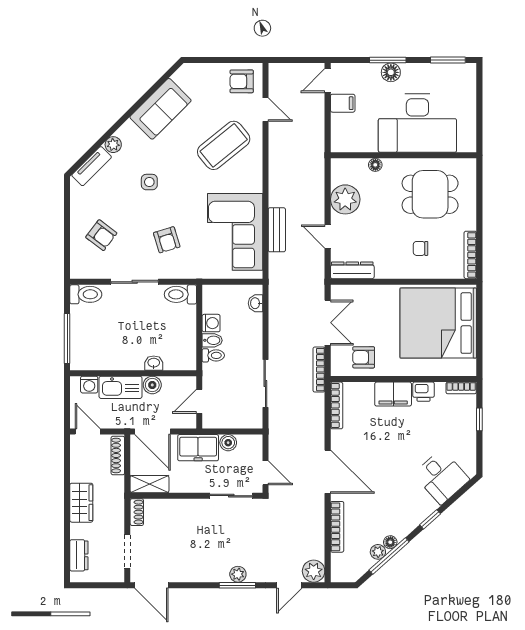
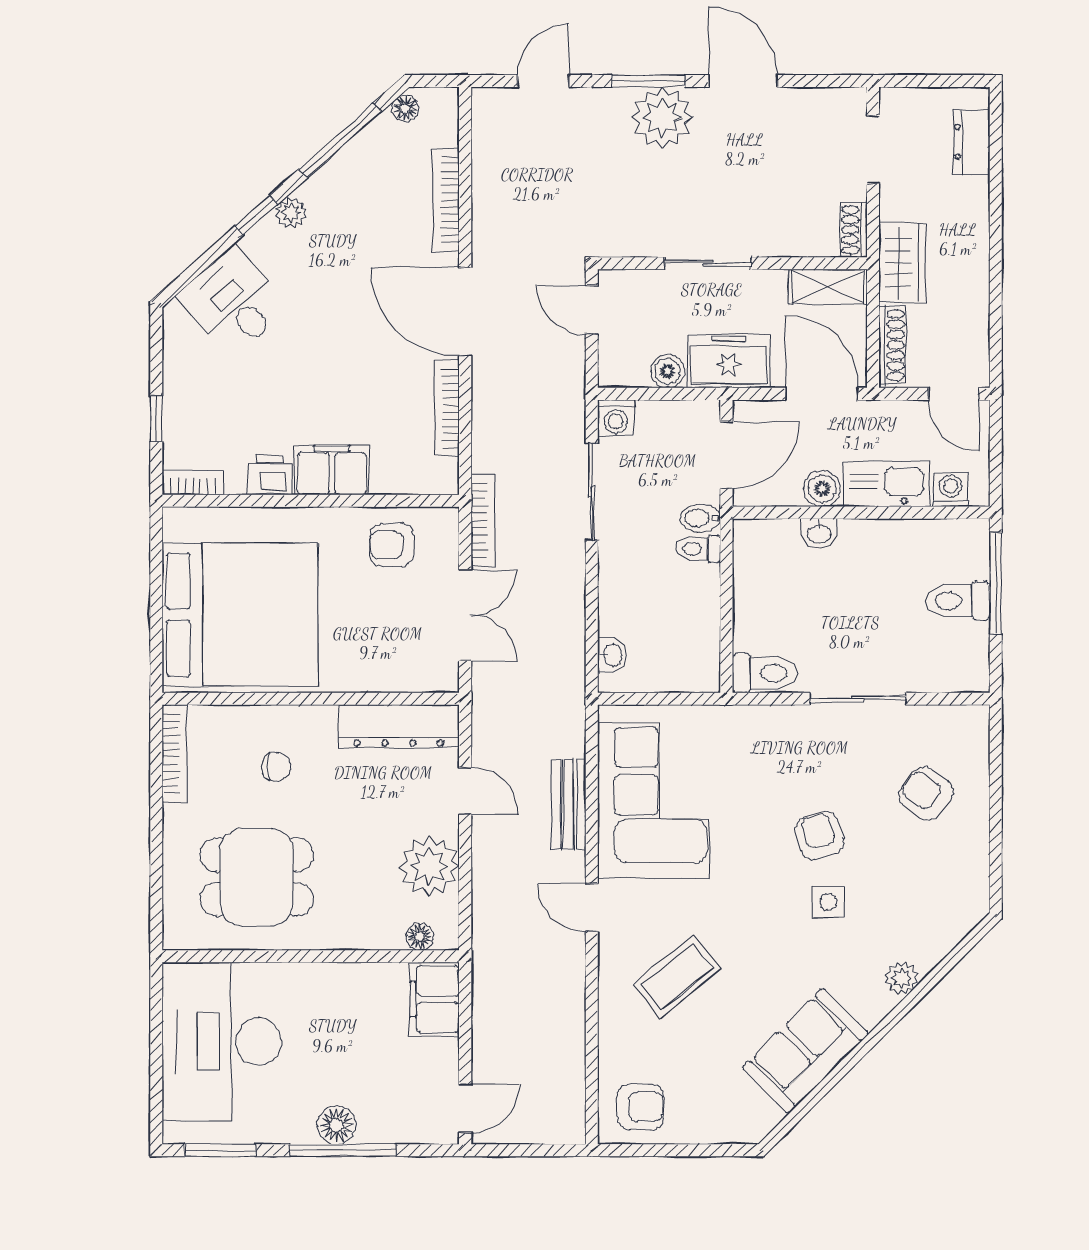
window: (388, 60) -> (343, 1150), width x1.44
filing cabinet: (343, 103) -> (434, 999), moved, width x2.00
door: (265, 110) -> (592, 908), moved
desk: (417, 123) -> (222, 1042), moved, turned -90
coffee table: (224, 145) -> (677, 976), width x0.73, depth x0.76
floor lamp: (375, 165) -> (420, 937), moved
tv unit: (92, 166) -> (946, 934), removed
armchair: (167, 240) -> (819, 836), moved
dresser: (352, 270) -> (399, 726), width x1.37, depth x1.24
toilet: (86, 294) -> (957, 601), moved
washing machine: (211, 323) -> (616, 418), moved, turned -90
double door: (328, 323) -> (465, 615), swing flipped
bidet: (212, 340) -> (700, 518), moved
armchair: (364, 357) -> (392, 545), turned 180
door: (199, 401) -> (726, 455), width x1.38
bookcase: (337, 405) -> (447, 409), moved
sliding door: (231, 496) -> (708, 263), moved
wardrobe: (81, 503) -> (902, 262), moved, turned 180
floor lamp: (390, 542) -> (405, 108), moved
plant: (378, 552) -> (291, 213), moved
plant: (314, 571) -> (494, 110), removed
plant: (238, 574) -> (662, 118), width x1.87, depth x1.87
door: (151, 585) -> (743, 81), moved

